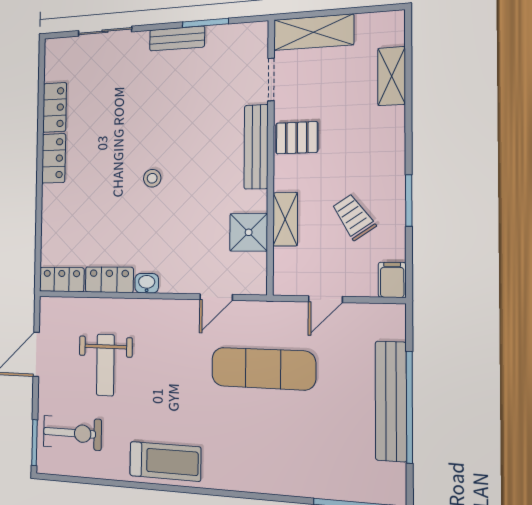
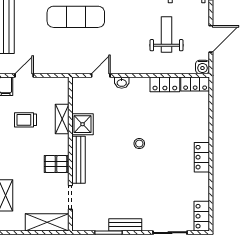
locker: (55, 107) -> (202, 216), moved
trolley: (354, 217) -> (25, 120), turned 124
shower: (249, 232) -> (83, 124), moved
washbasin: (147, 283) -> (122, 83), moved
door: (325, 299) -> (24, 75), moved
water cooler: (50, 308) -> (202, 67), added
exercise mat: (263, 369) -> (76, 17), moved

